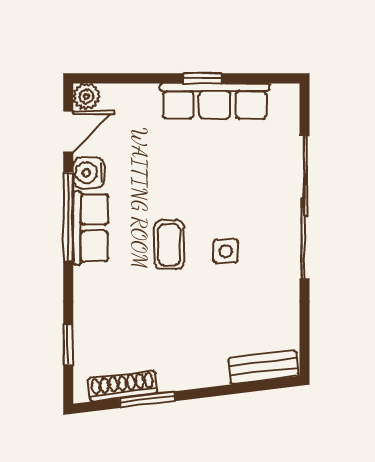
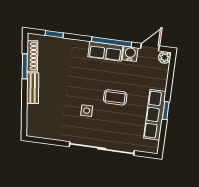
door: (68, 132) -> (150, 47), swing flipped
coffee table: (169, 245) -> (115, 97), moved
bench: (263, 367) -> (33, 88), moved

